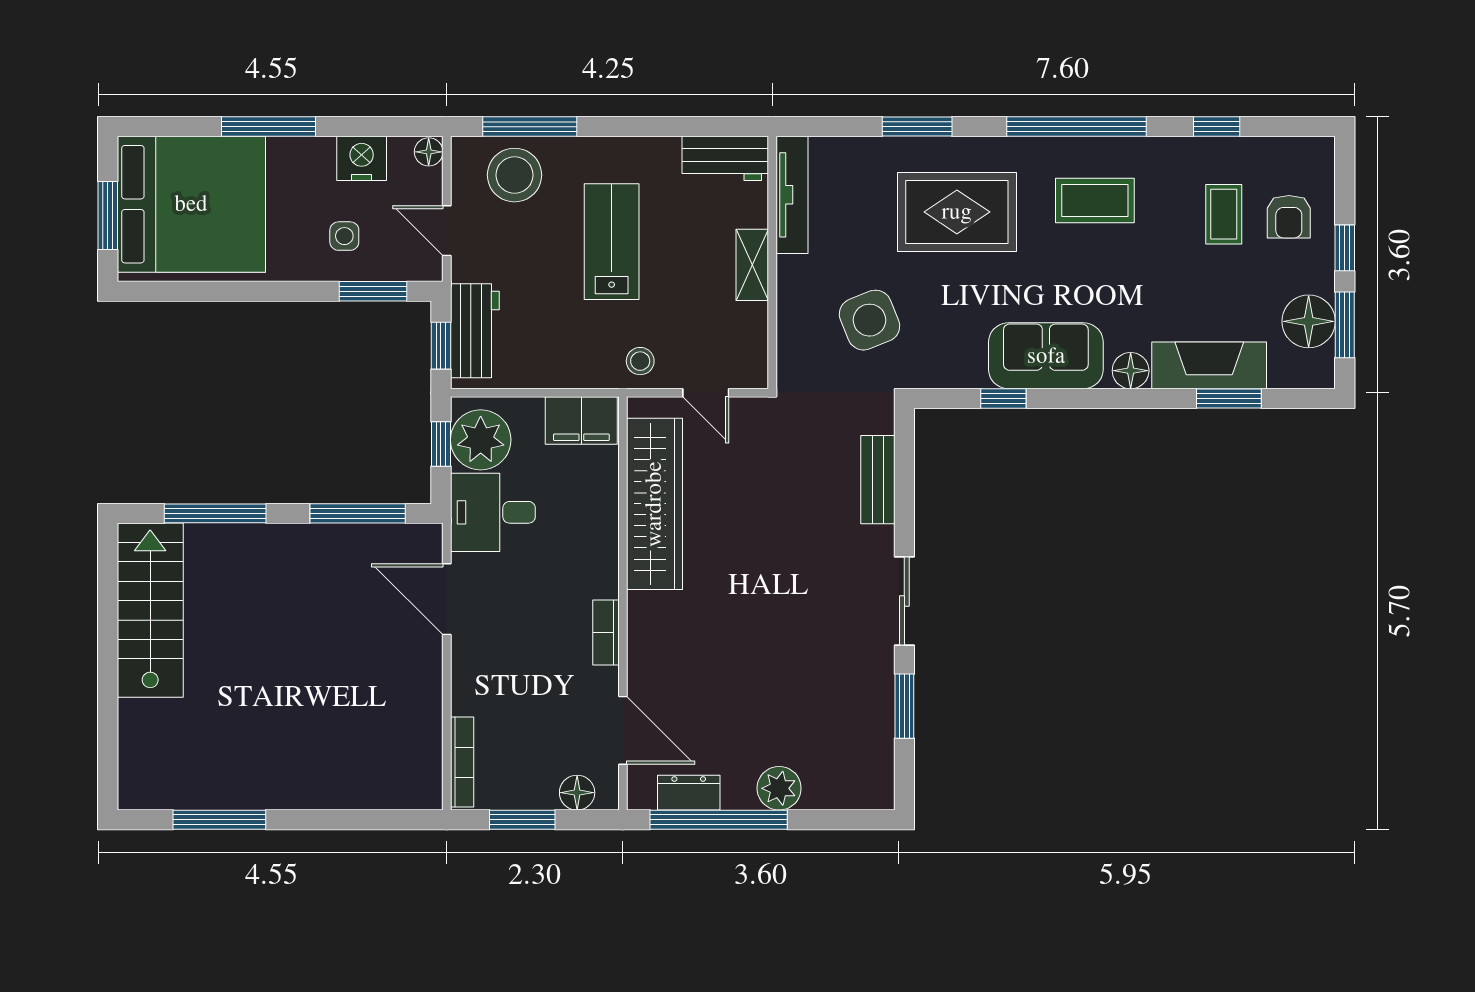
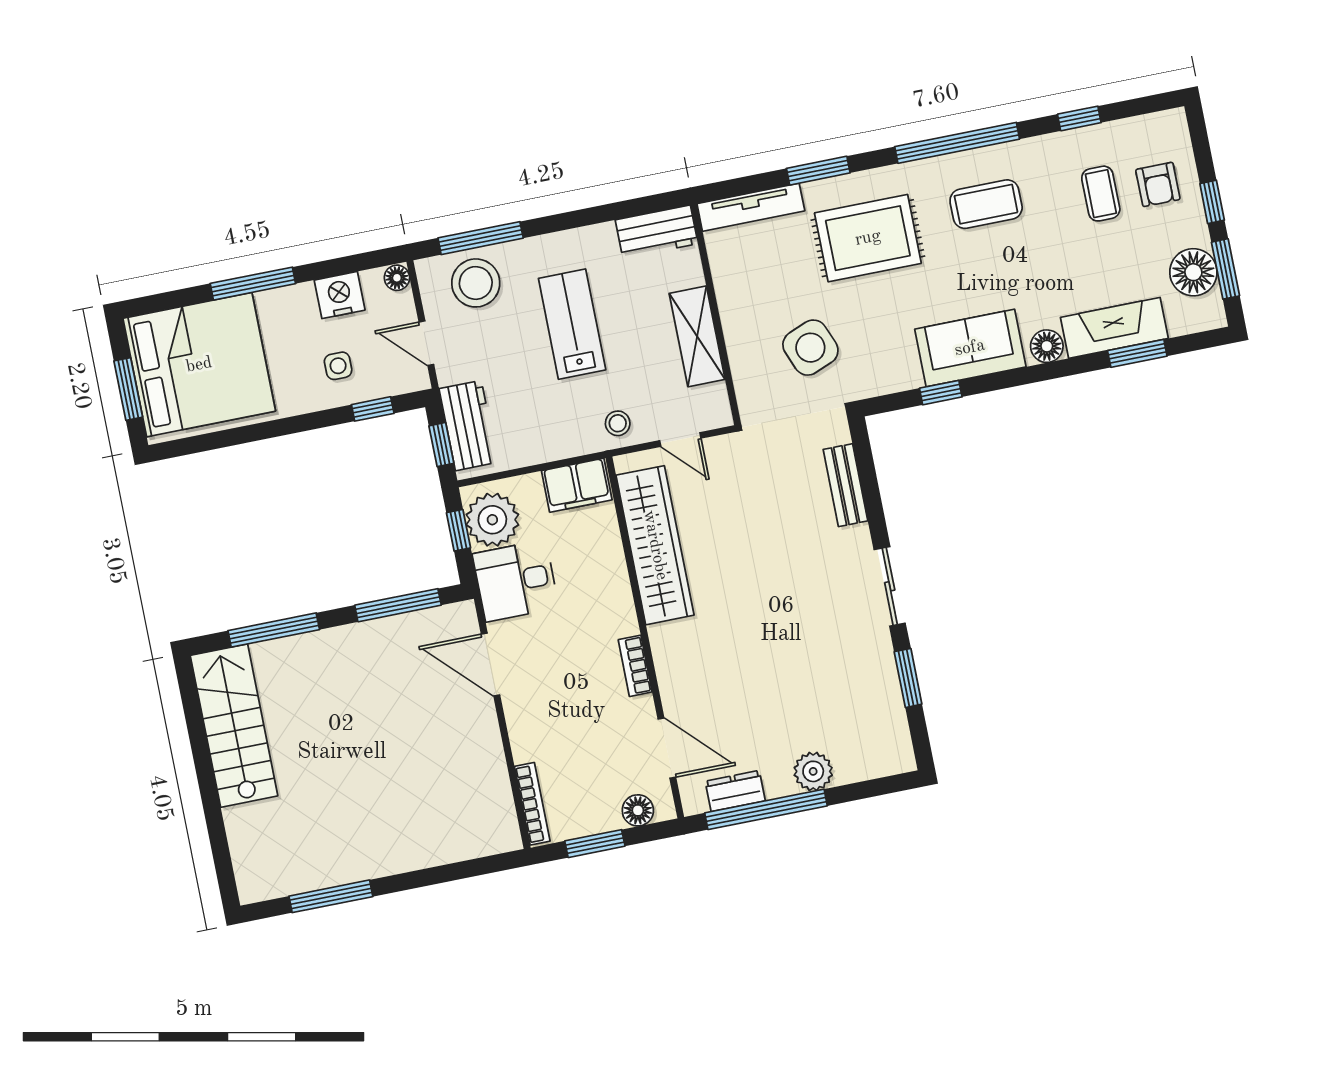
tv unit: (792, 195) -> (751, 207), moved, turned 90
shelving: (752, 265) -> (697, 336), width x1.50, depth x1.33
window: (373, 291) -> (373, 409), width x0.67

